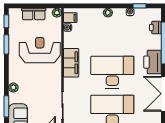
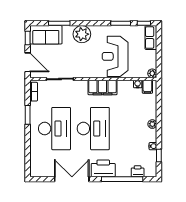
row of seats: (34, 14) -> (151, 38), moved
reception desk: (40, 50) -> (115, 56), turned 180
plant: (13, 88) -> (82, 34), width x1.87, depth x1.87

